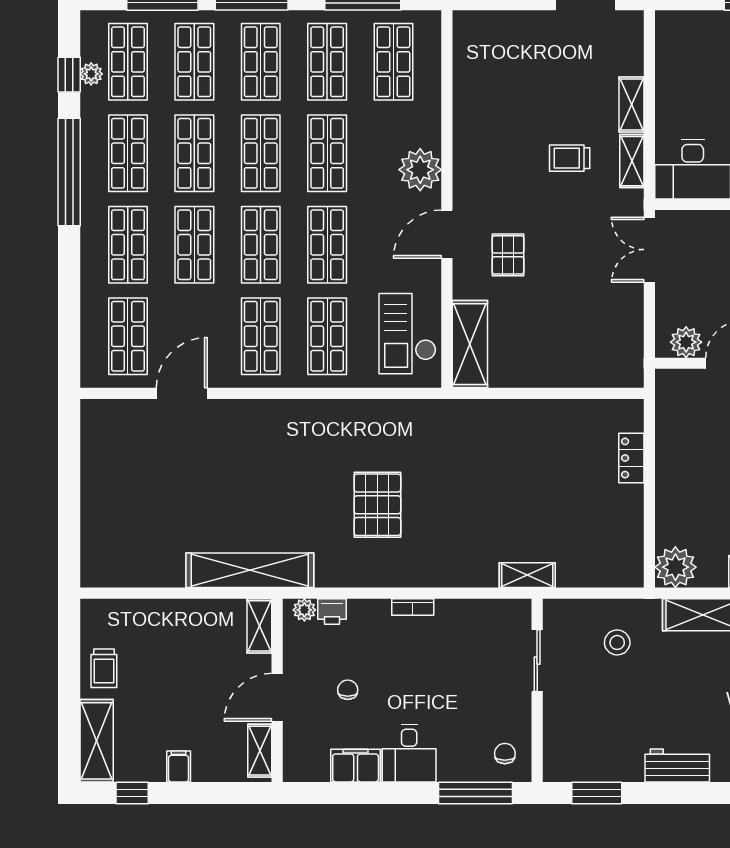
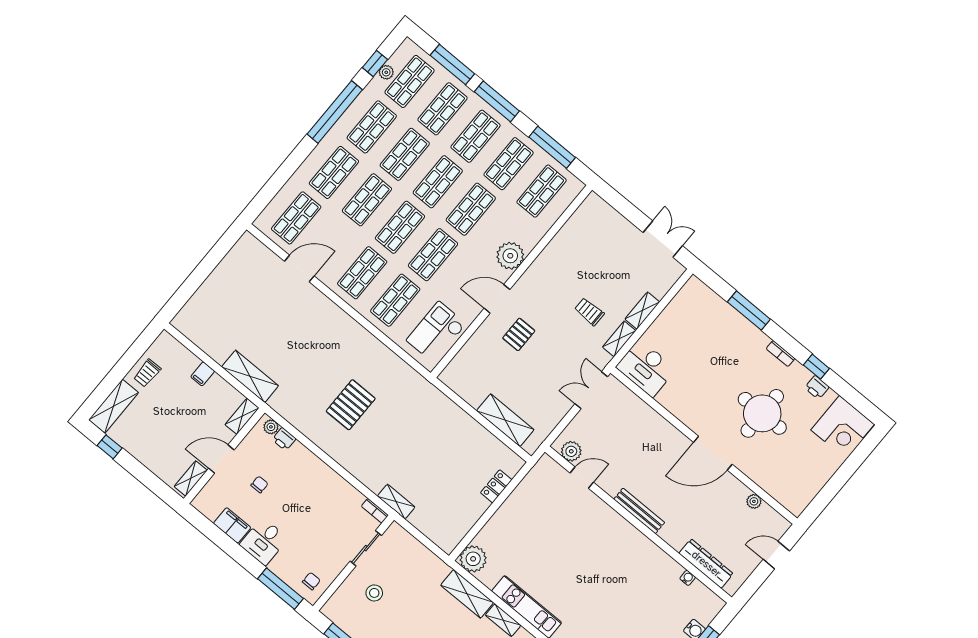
shelving: (470, 344) -> (505, 420), moved, turned 90
shelving: (250, 570) -> (250, 376), width x0.68
bookcase: (413, 607) -> (375, 511), moved
stool: (617, 642) -> (374, 593), moved
filing cabinet: (179, 766) -> (203, 374), moved, turned 180

